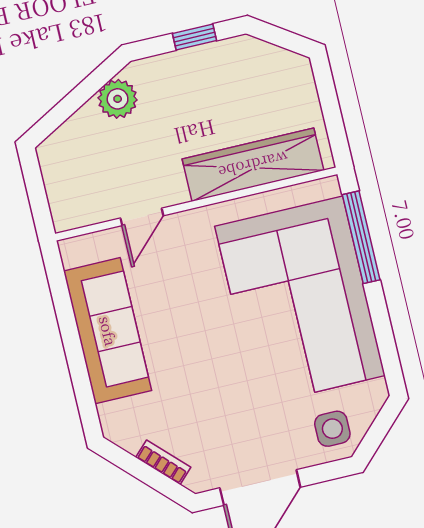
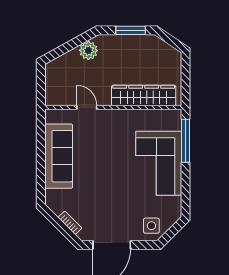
window: (194, 37) -> (131, 30), width x1.50
door: (142, 217) -> (87, 107), swing flipped
corner sofa: (300, 301) -> (159, 163), width x0.73, depth x0.74

